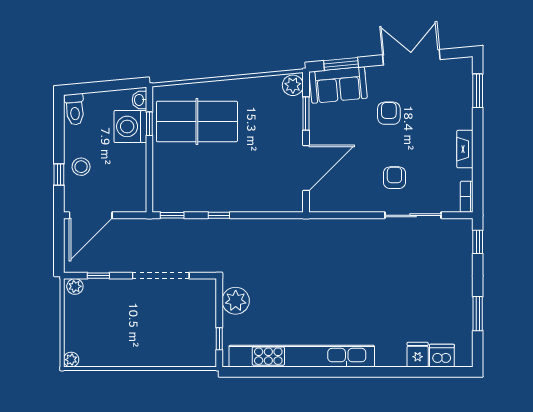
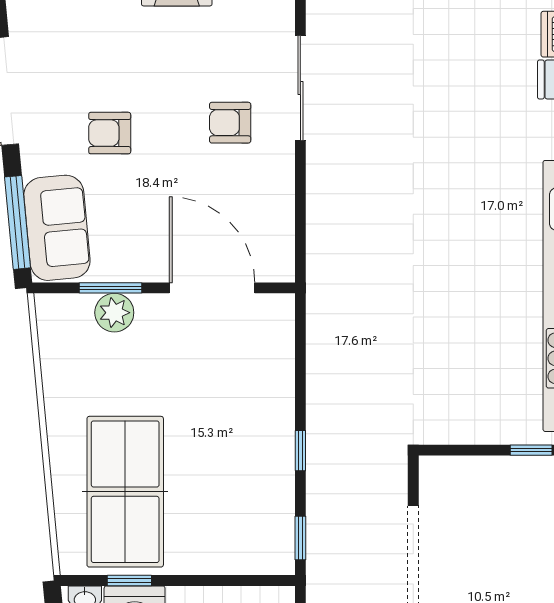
window: (341, 64) -> (18, 222), width x1.44
plant: (293, 85) -> (114, 313), moved
plant: (236, 301) -> (460, 419), removed

